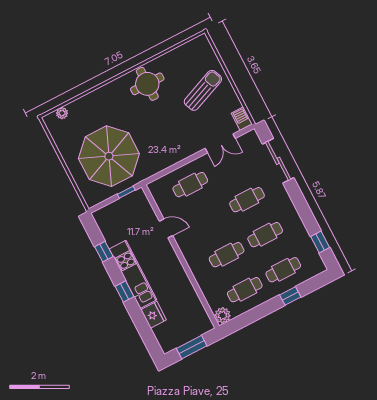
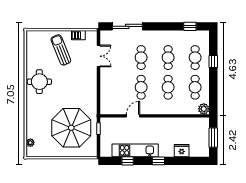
barbecue: (242, 119) -> (78, 35), moved
cafe table: (190, 185) -> (141, 87), moved
kitchen unit: (133, 274) -> (135, 150), moved

